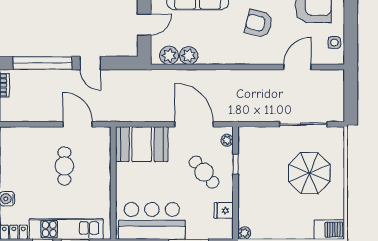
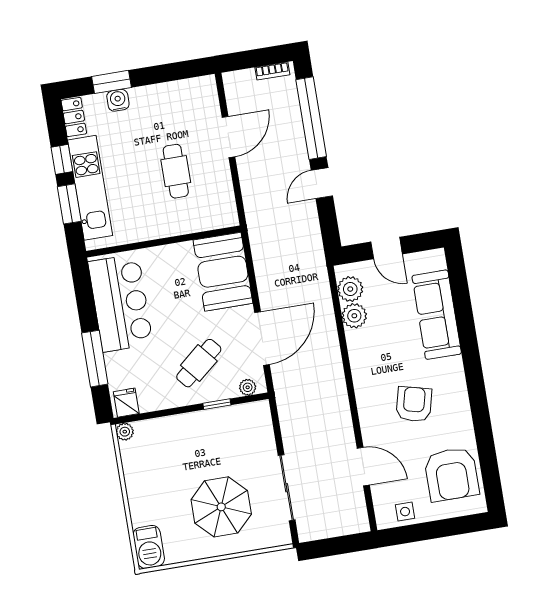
door: (78, 124) -> (229, 137), moved
cafe table: (64, 166) -> (176, 171), turned 90
fridge: (224, 211) -> (126, 403), moved

